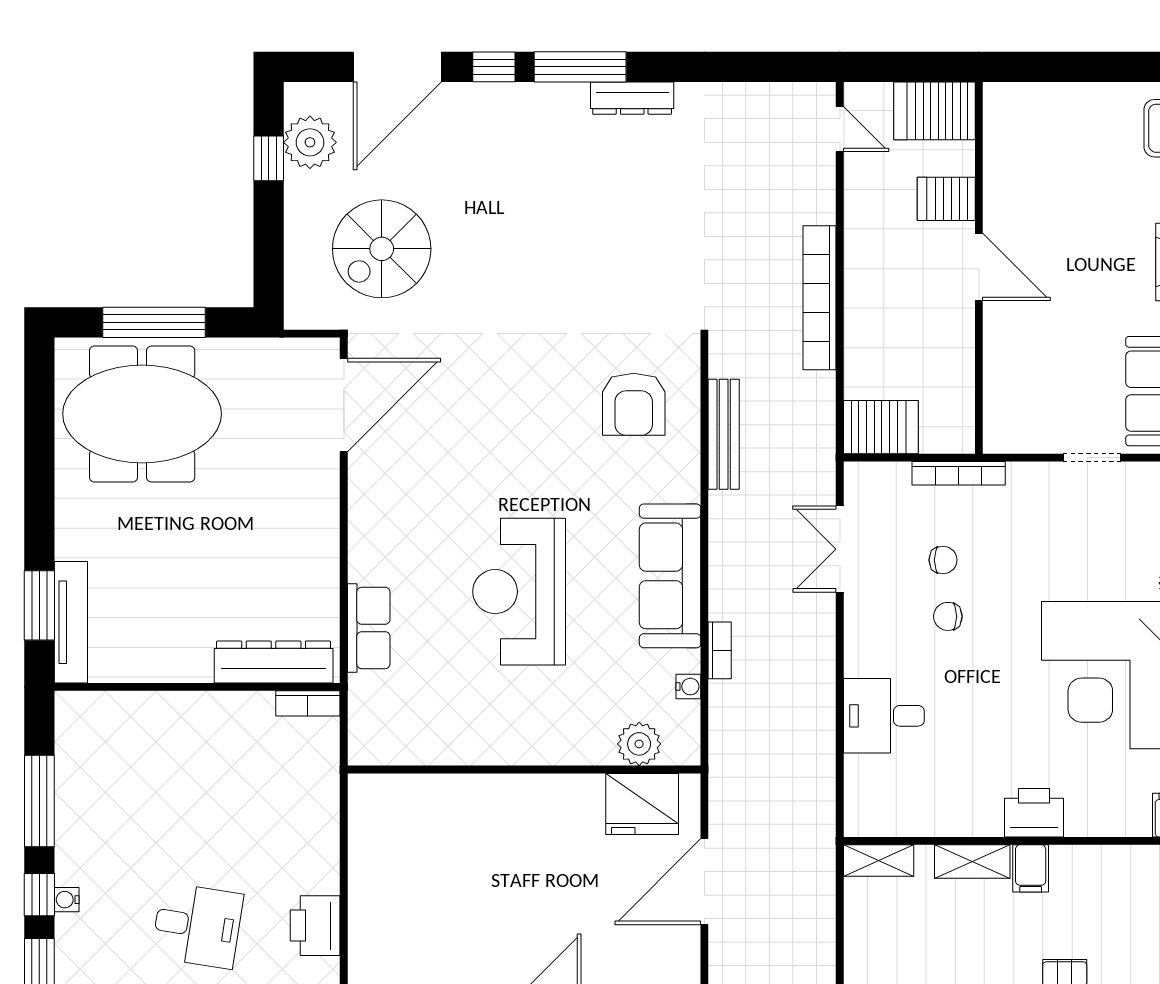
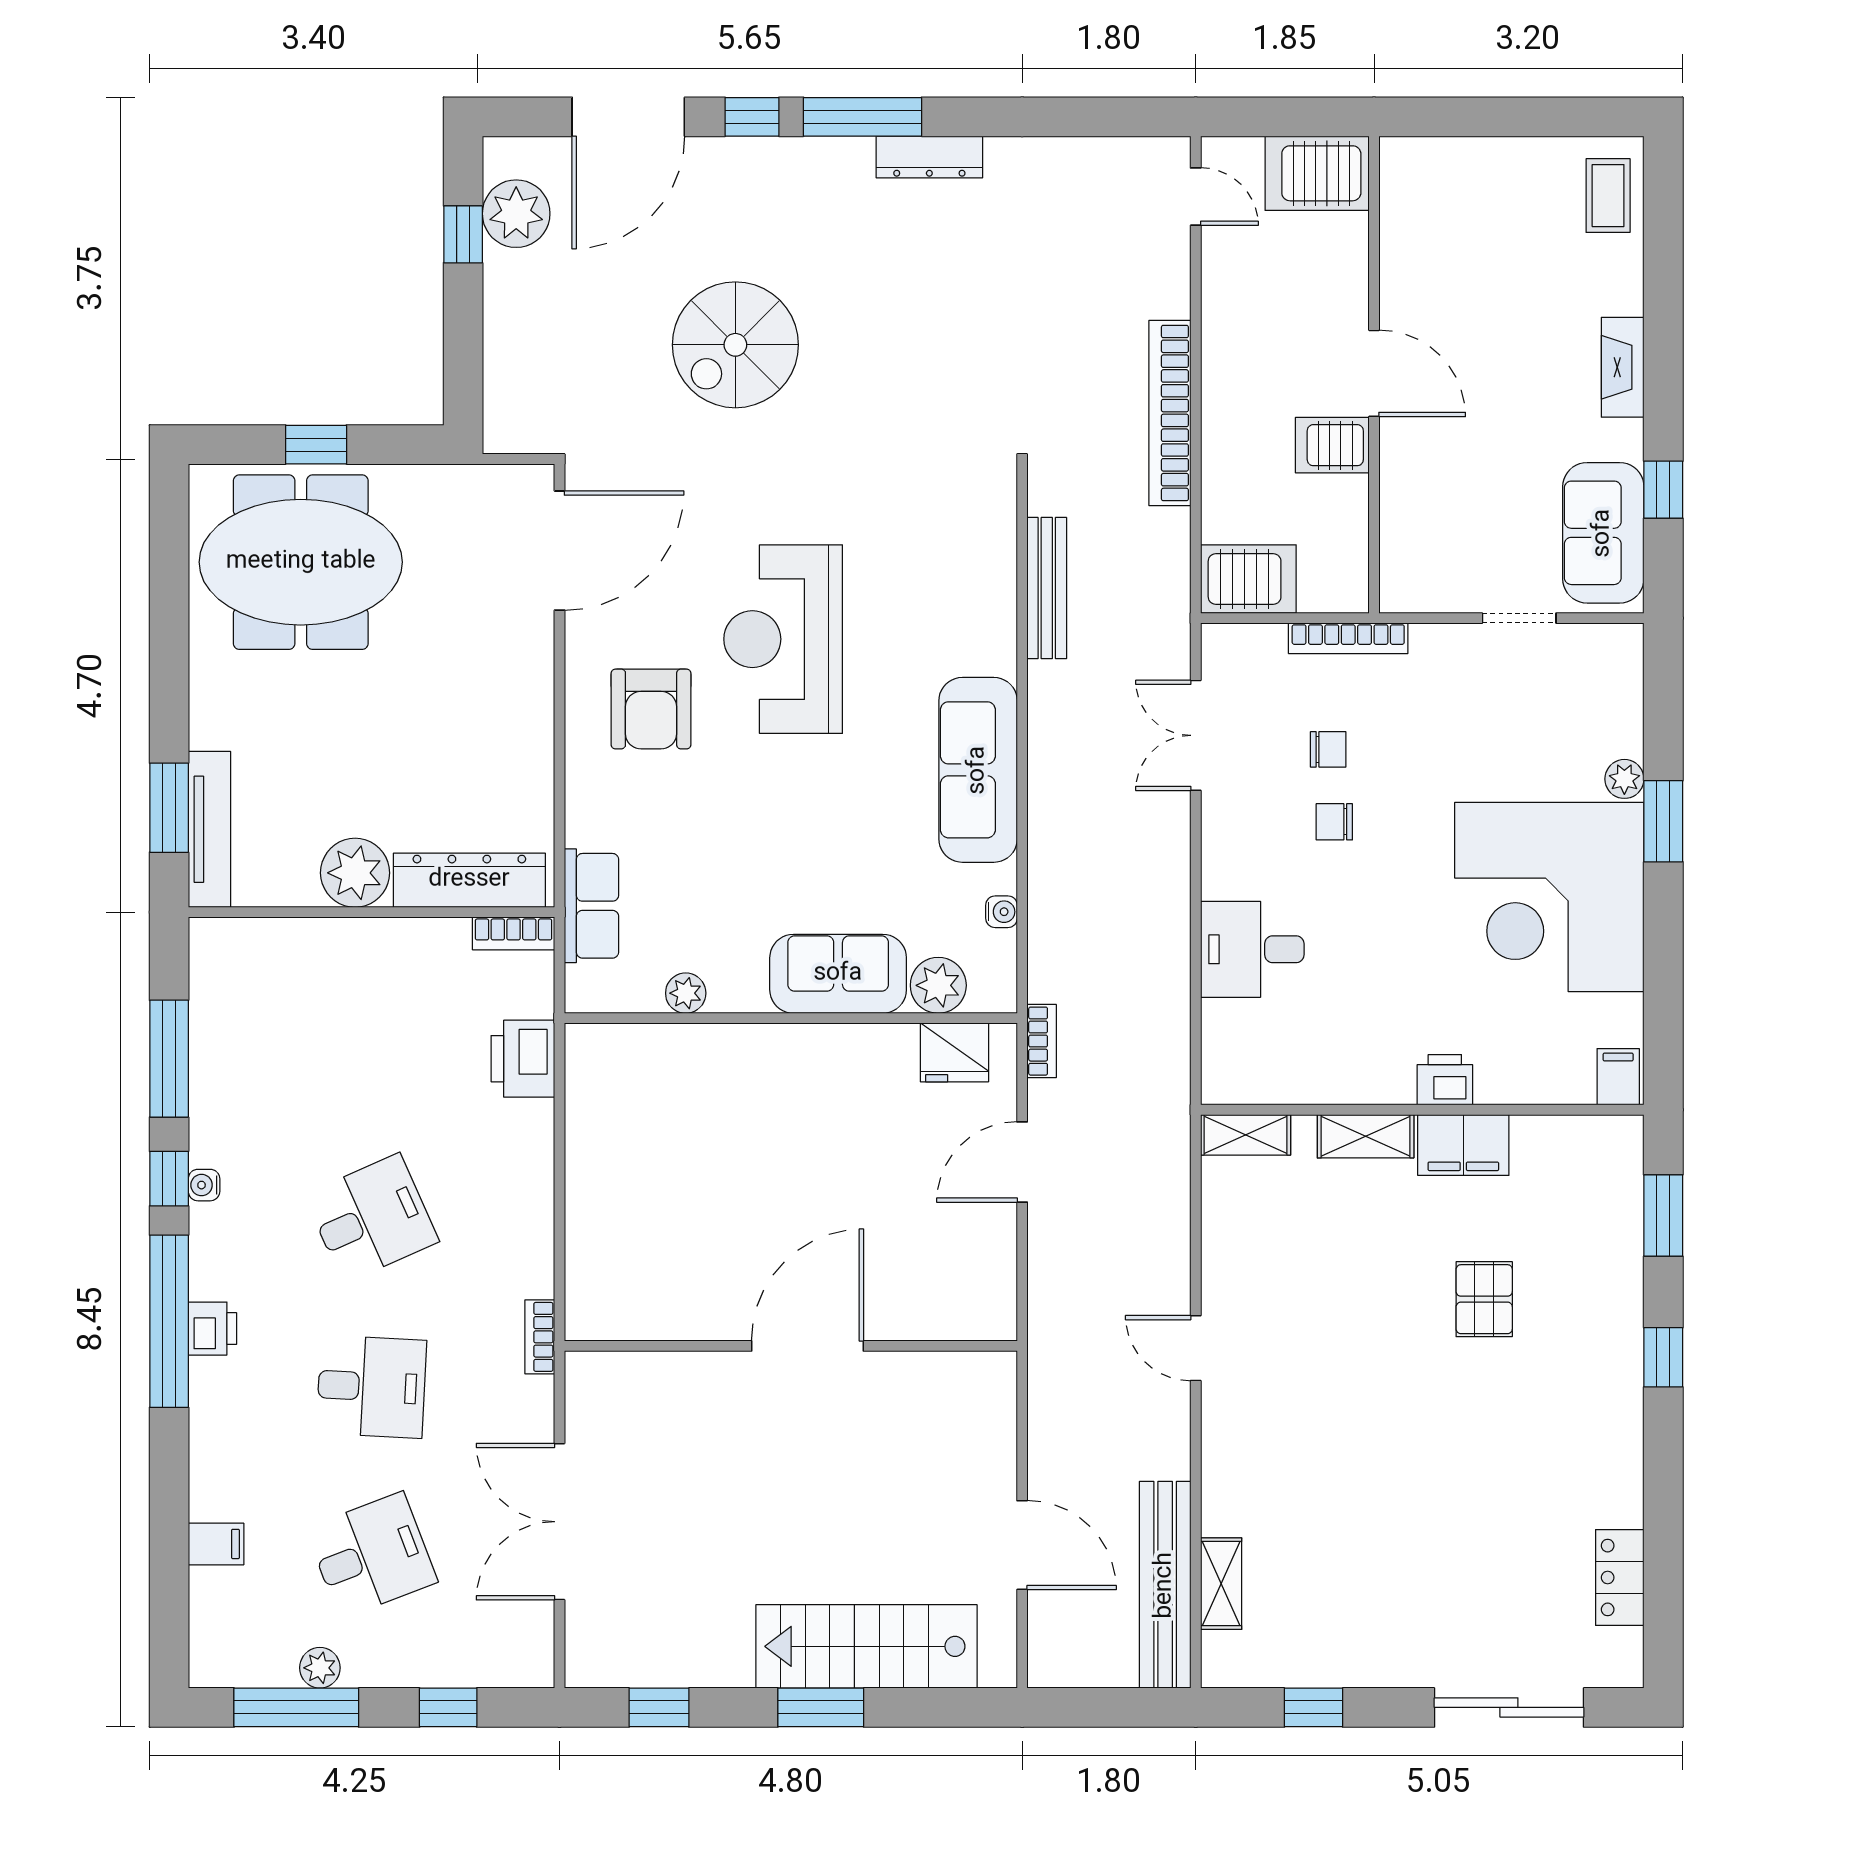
server rack: (946, 199) -> (1332, 445), moved
spiral stairs: (382, 249) -> (735, 345), moved
window: (154, 322) -> (316, 445), width x0.46
armchair: (634, 404) -> (651, 709), moved
reception desk: (519, 592) -> (783, 639), moved
row of seats: (369, 628) -> (591, 906), moved
bookcase: (720, 650) -> (1042, 1041), moved
plant: (184, 656) -> (355, 873), added
sofa: (561, 735) -> (838, 974), added
plant: (442, 750) -> (686, 993), added
fridge: (642, 804) -> (954, 1052), width x0.73, depth x0.75
printer: (1034, 813) -> (1445, 1080), width x0.73, depth x0.81
filing cabinet: (1031, 868) -> (1463, 1145), width x2.00
door: (704, 882) -> (1022, 1162), width x0.73
desk: (197, 926) -> (371, 1218), turned -33
printer: (315, 926) -> (523, 1059), moved

